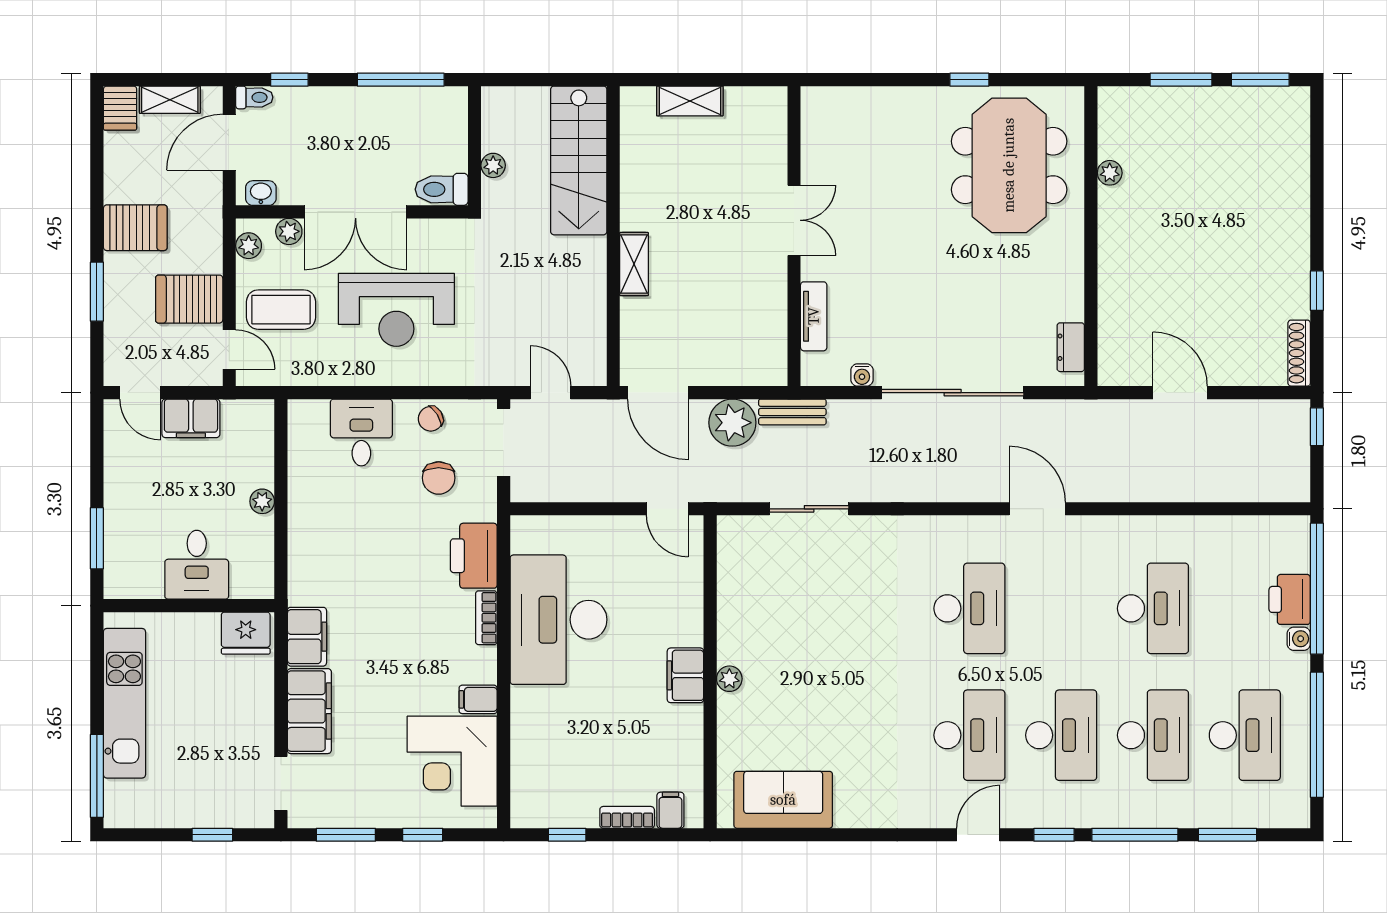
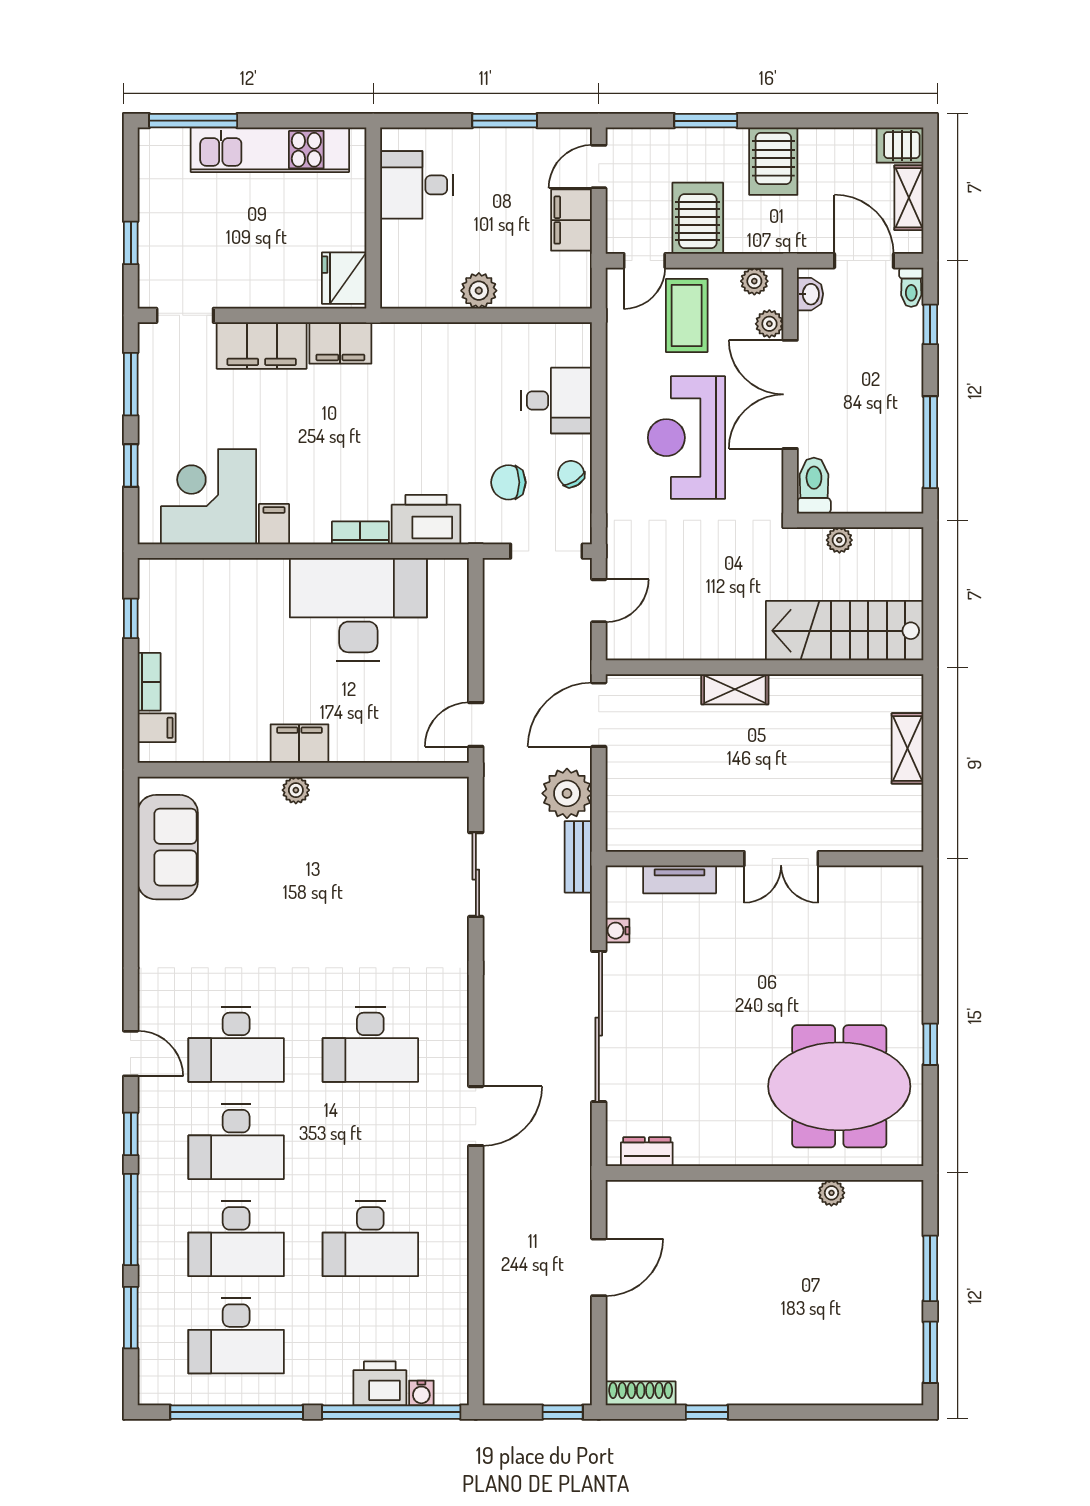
plant: (262, 501) -> (479, 291), width x1.38, depth x1.38
window: (97, 538) -> (505, 121), moved
desk: (197, 565) -> (417, 185), moved
water cooler: (1299, 639) -> (421, 1393), moved

